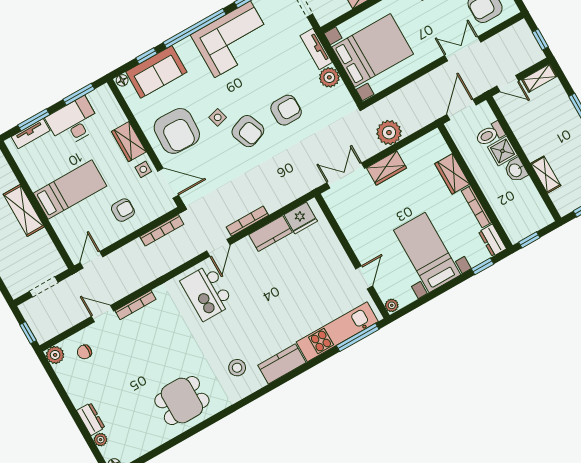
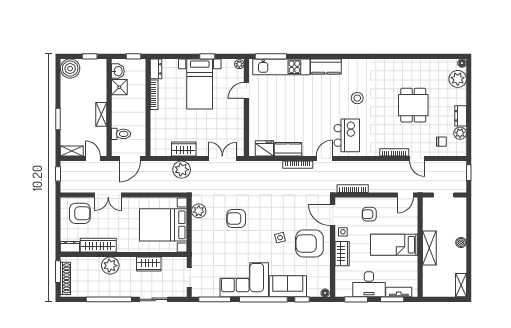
tv unit: (316, 49) -> (197, 245), removed
sofa: (156, 72) -> (288, 286), moved
plant: (329, 77) -> (199, 211), moved
armchair: (177, 131) -> (309, 243), turned -92
armchair: (248, 131) -> (266, 219), removed
shower: (502, 151) -> (119, 87), moved
wardrobe: (387, 168) -> (184, 149), moved
washbasin: (516, 170) -> (118, 71), moved
wardrobe: (452, 174) -> (158, 123), removed
double door: (346, 175) -> (222, 158), swing flipped
shelving: (546, 175) -> (101, 114), moved
window: (483, 266) -> (207, 56), moved
plant: (55, 355) -> (460, 133), moved
stool: (237, 368) -> (357, 98), moved
dining table: (182, 401) -> (413, 105), moved, turned 90
dresser: (91, 419) -> (461, 116), moved
plant: (101, 440) -> (458, 79), width x1.88, depth x1.88

